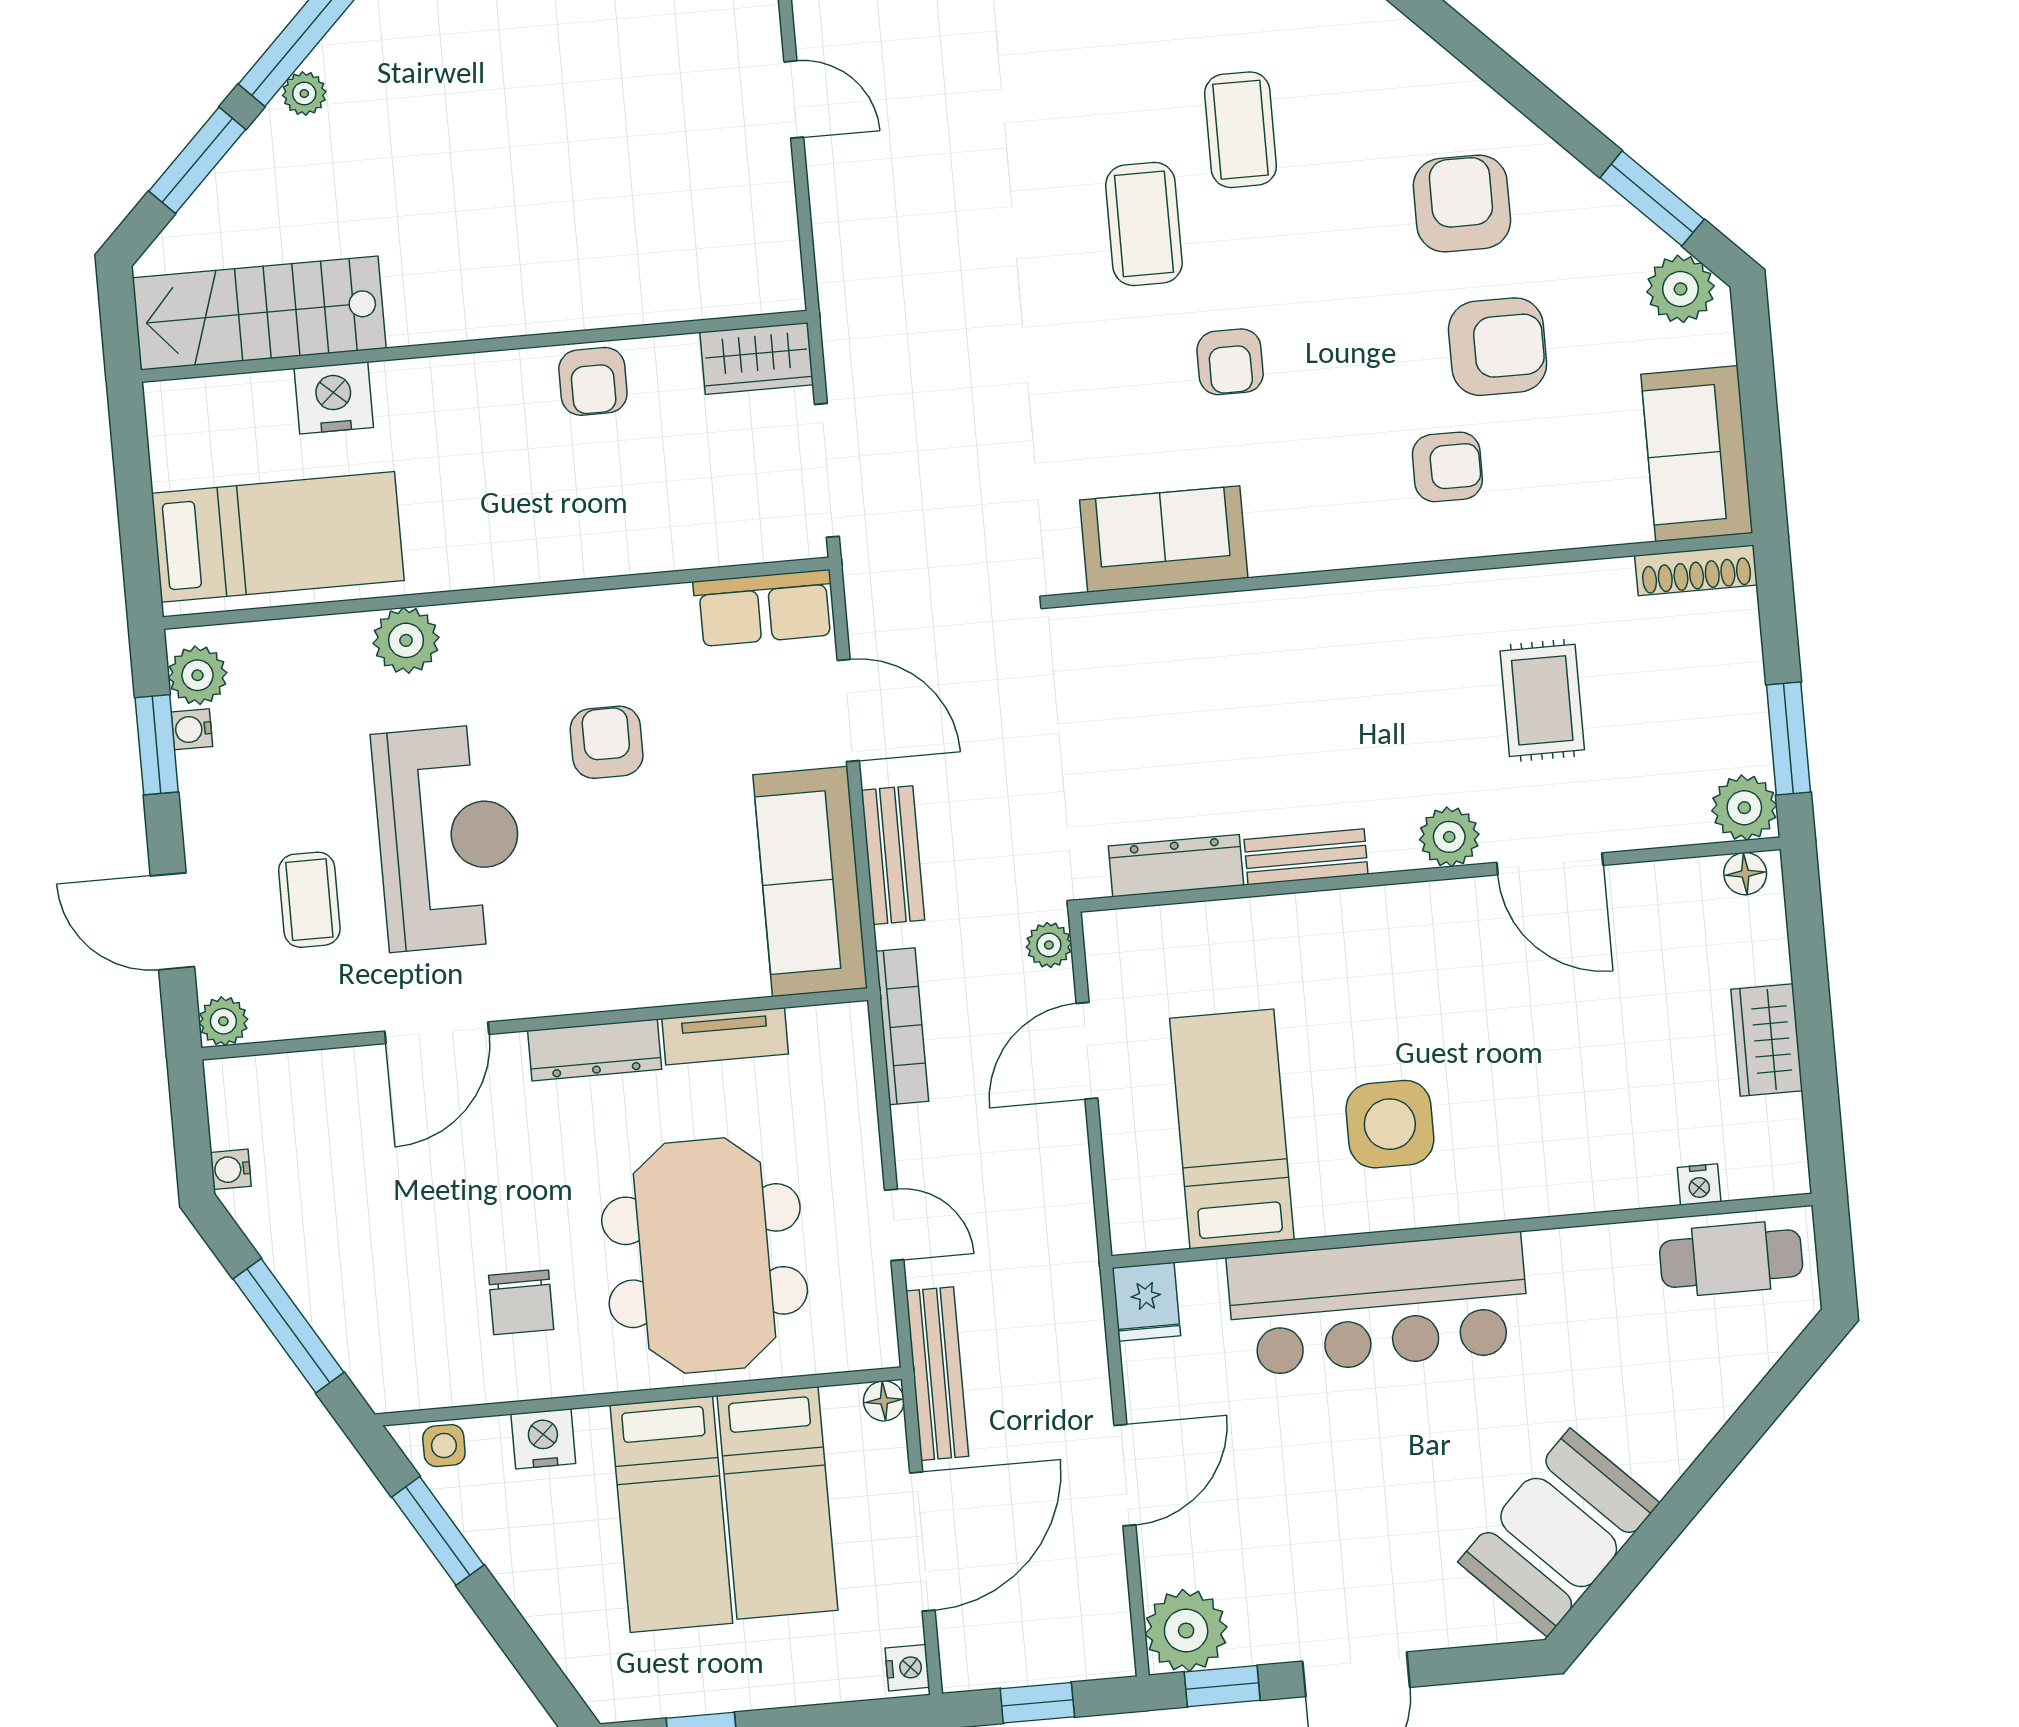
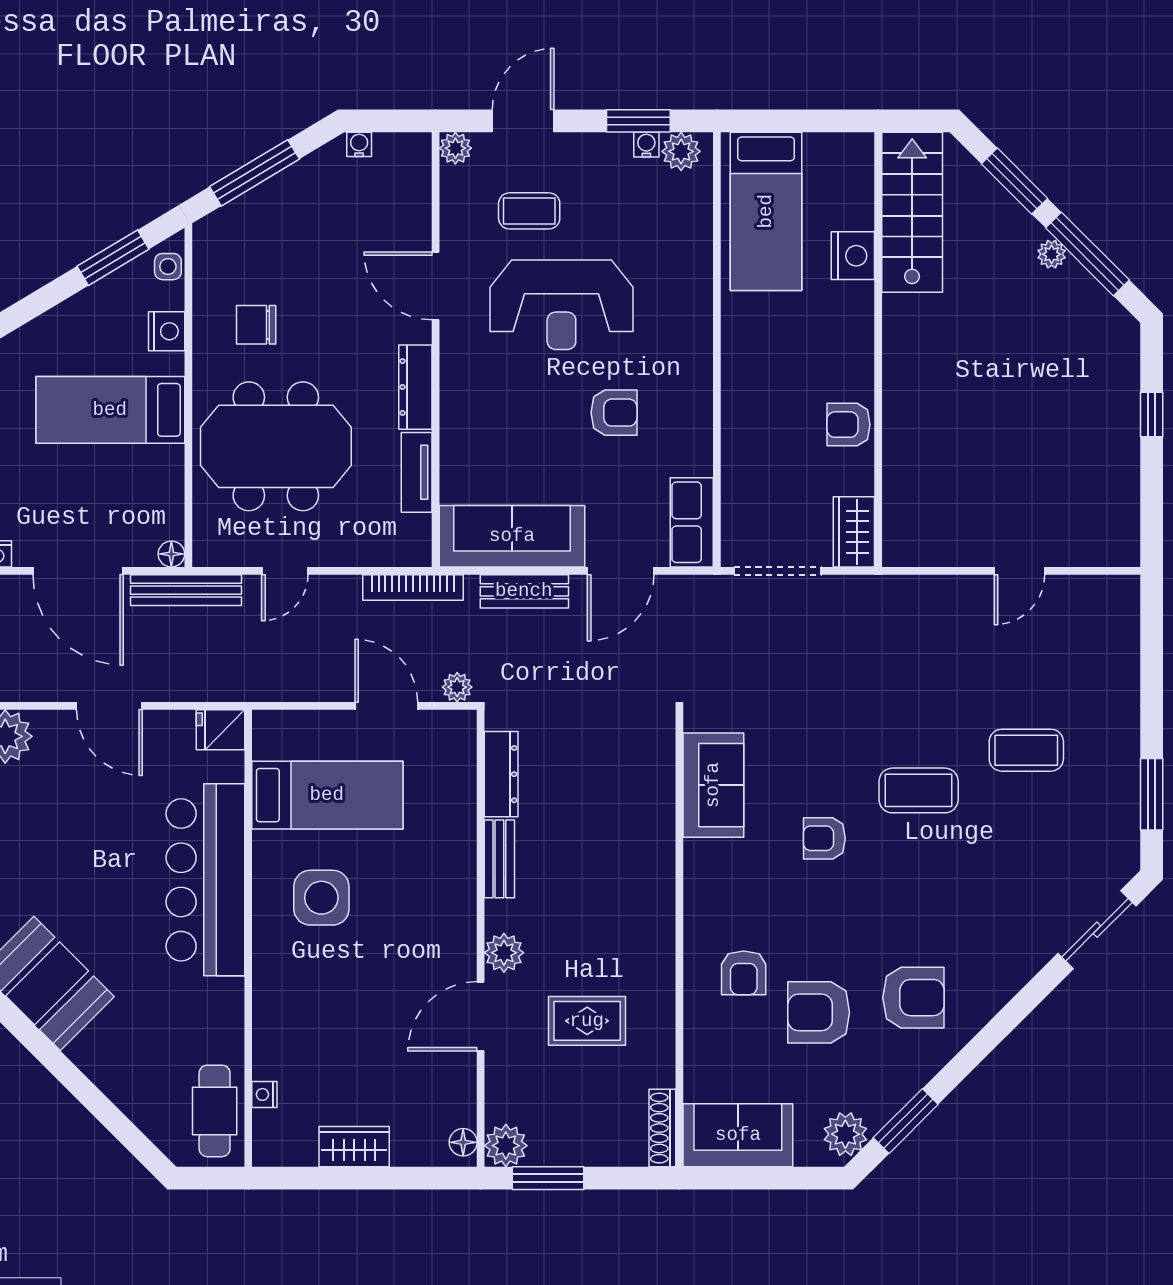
coffee table: (1241, 130) -> (1026, 750), moved
armchair: (1498, 347) -> (819, 1012), turned 90
plant: (406, 640) -> (692, 289), removed
bed: (777, 1503) -> (111, 479), removed

